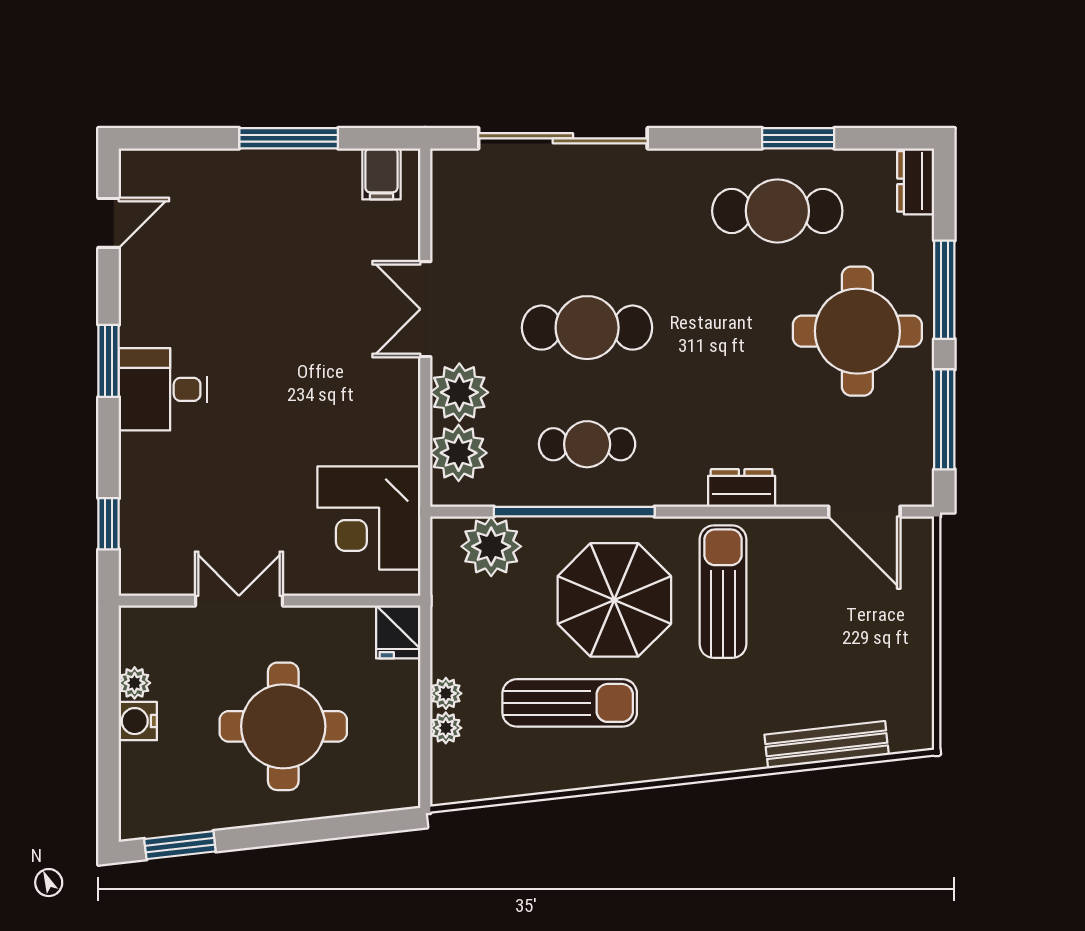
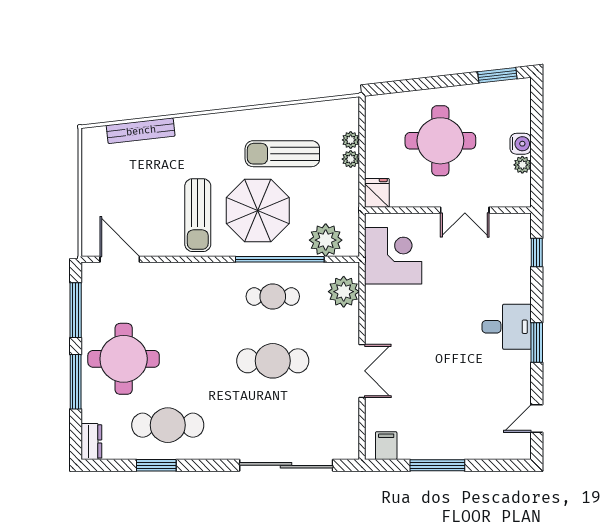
plant: (459, 392) -> (343, 325), removed
dresser: (742, 488) -> (187, 272), removed

